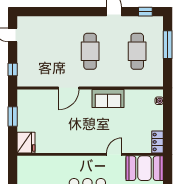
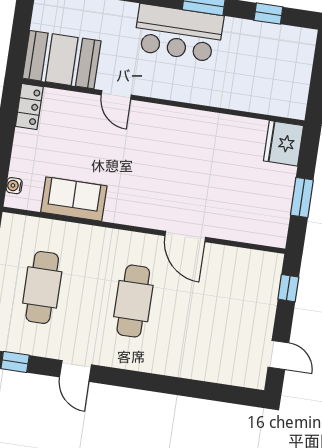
door: (69, 88) -> (185, 237), swing flipped
sofa: (108, 98) -> (74, 199), moved
door: (114, 154) -> (116, 95), hinge flipped

